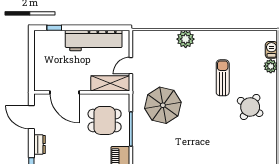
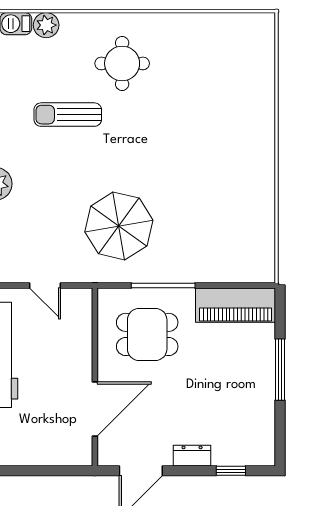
shelving: (110, 83) -> (78, 324), removed
round table: (250, 107) -> (122, 63), turned -34
dining table: (105, 120) -> (147, 334), turned 90

